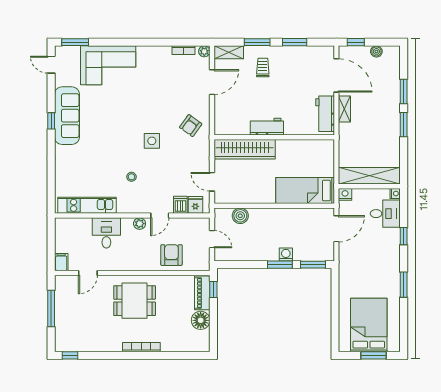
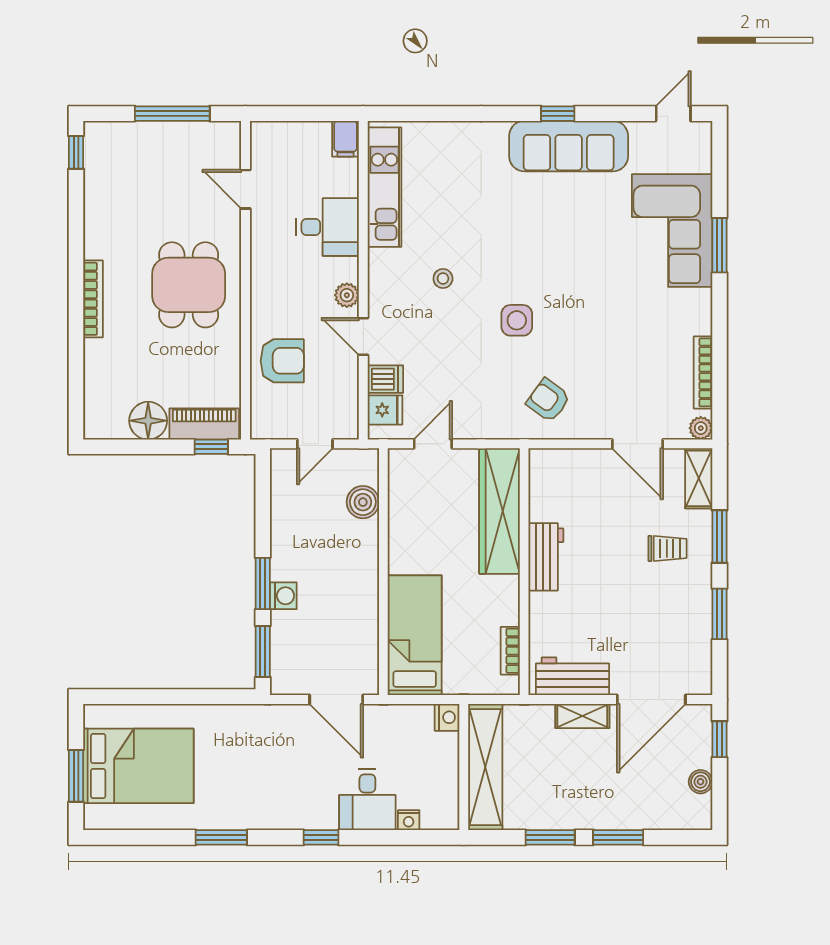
window: (75, 42) -> (719, 245), moved
bookcase: (184, 50) -> (703, 372), width x1.56
bookcase: (313, 144) -> (510, 651), added
shelving: (369, 176) -> (485, 767), moved
wall: (369, 186) -> (464, 767), moved
nightstand: (345, 194) -> (447, 717), moved
filing cabinet: (61, 262) -> (346, 139), moved, turned 90

